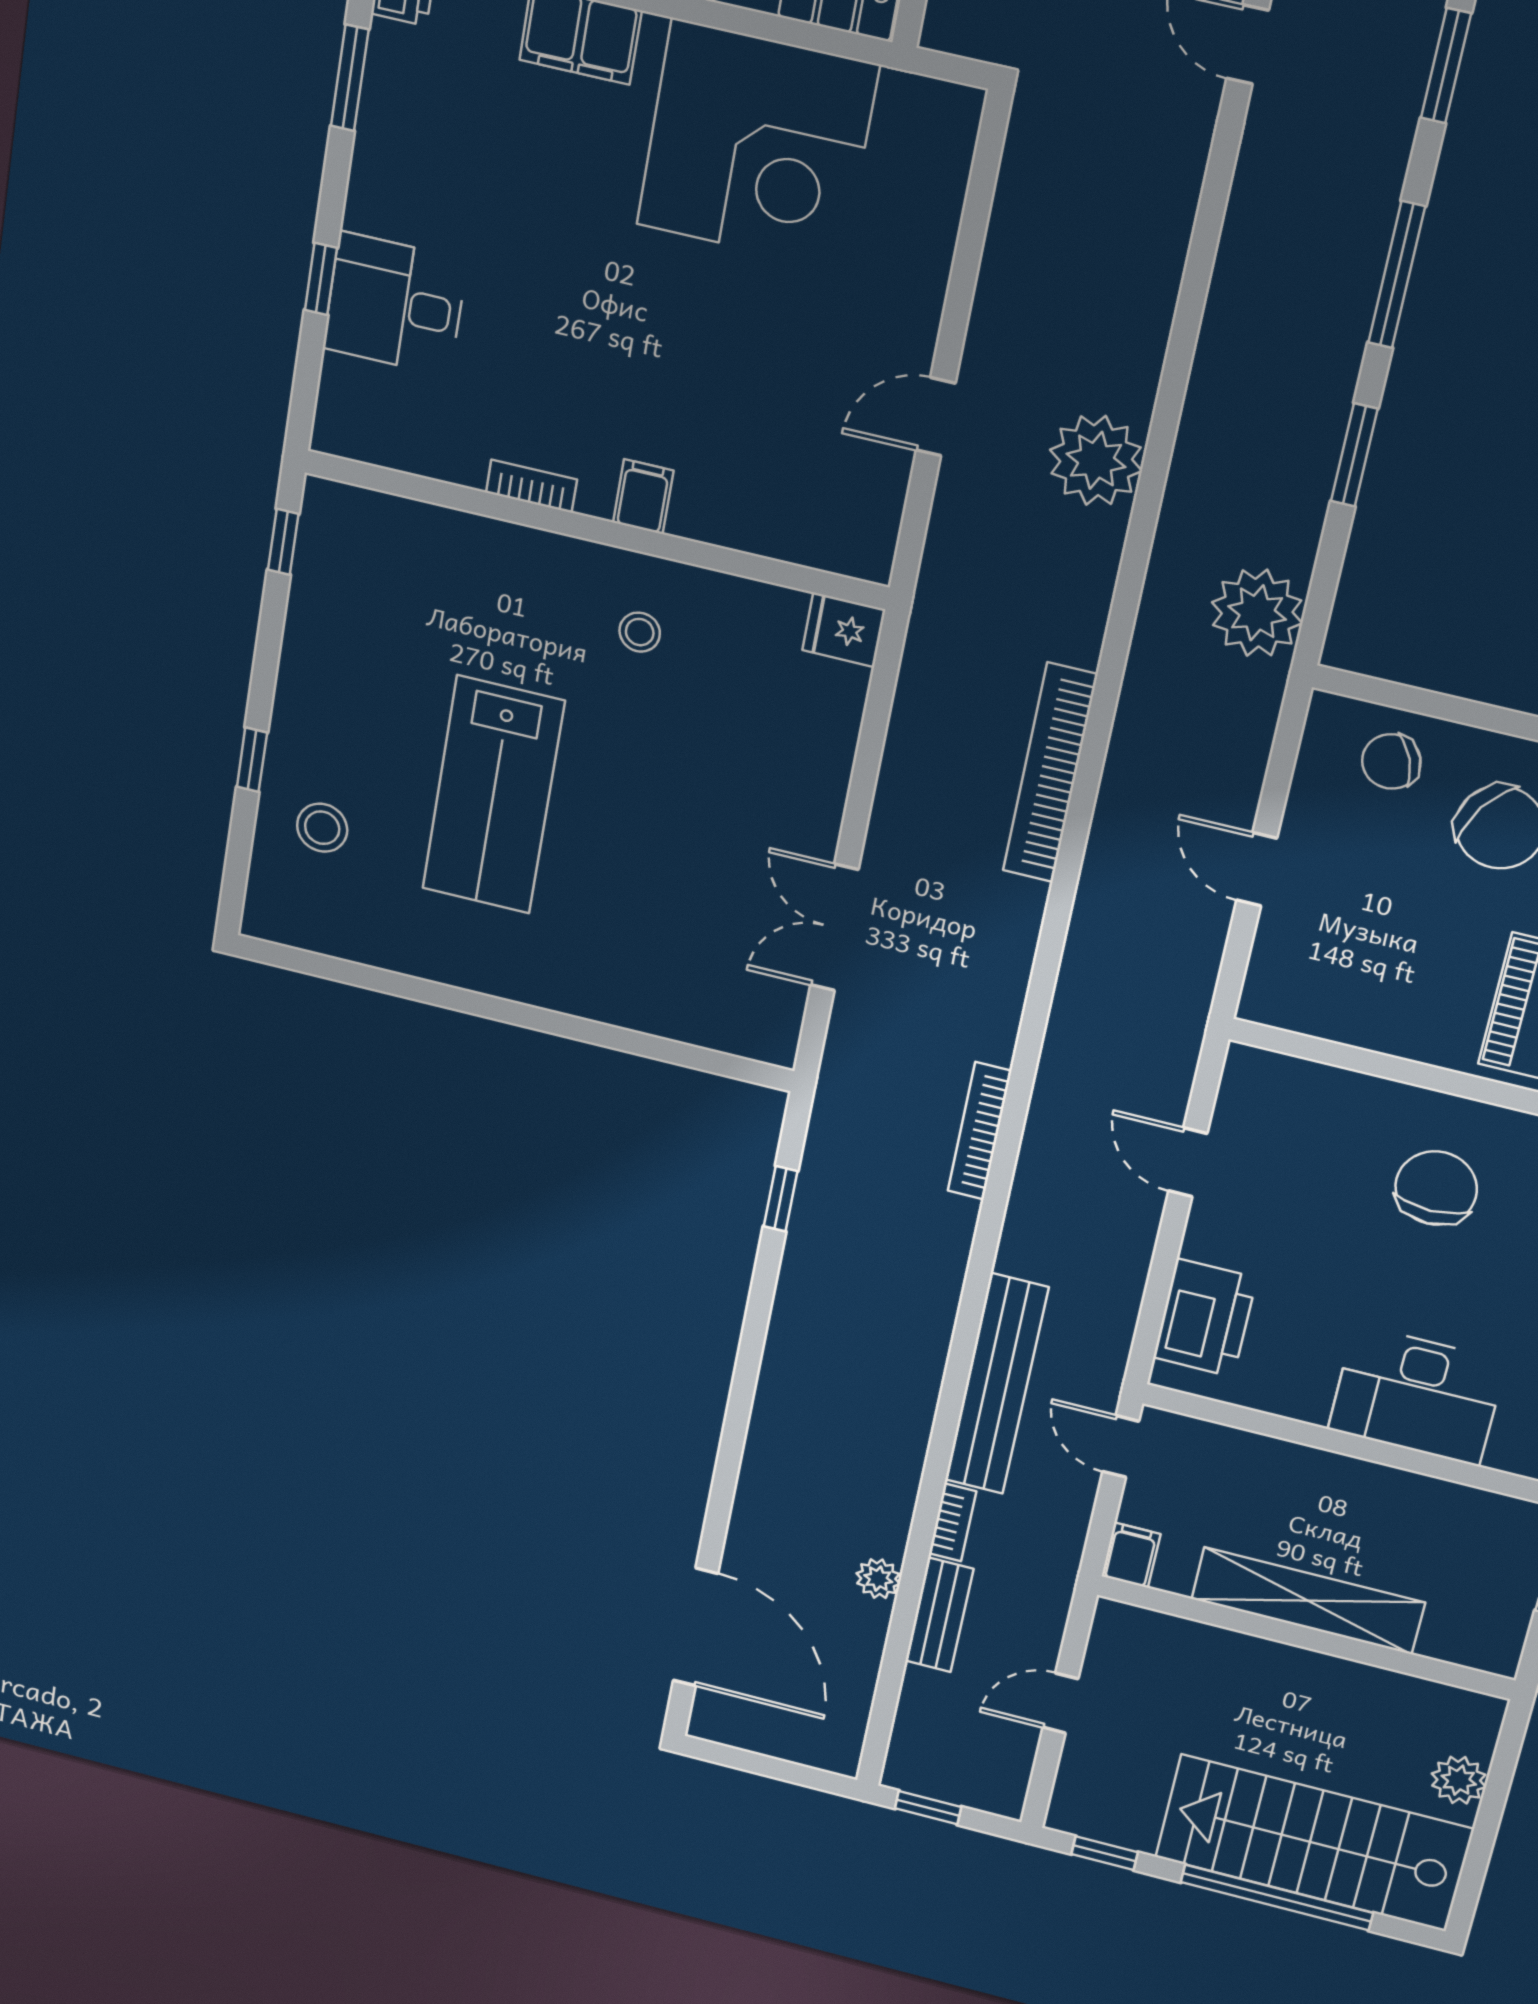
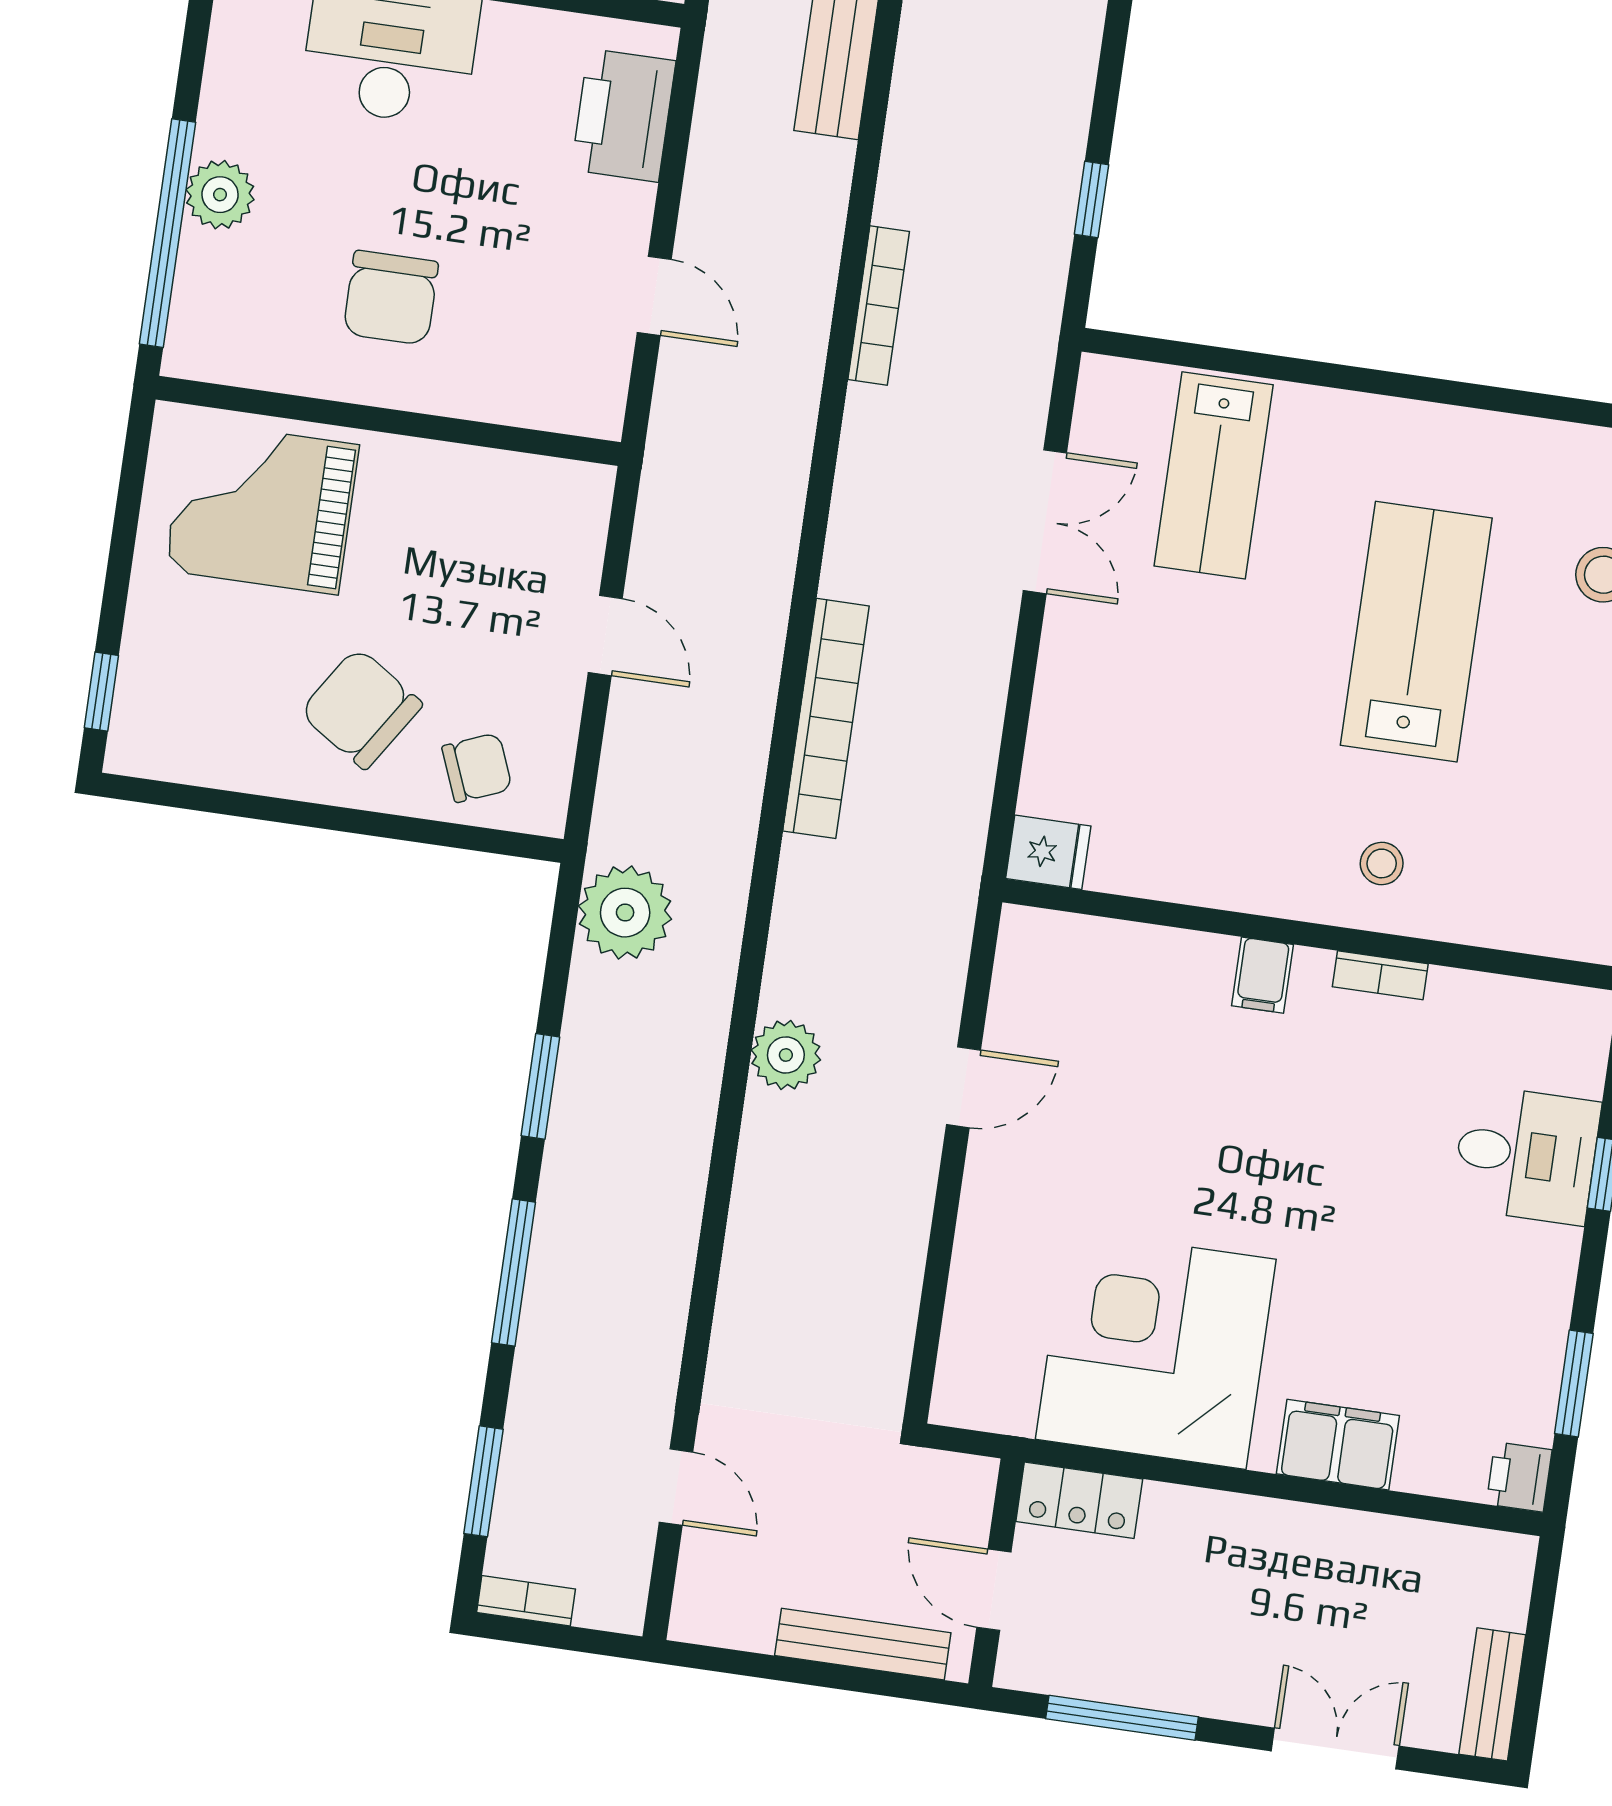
plant: (1096, 460) -> (786, 1055), width x0.73, depth x0.73
stool: (640, 632) -> (1382, 863), moved
lab bench: (677, 951) -> (1214, 475), added

